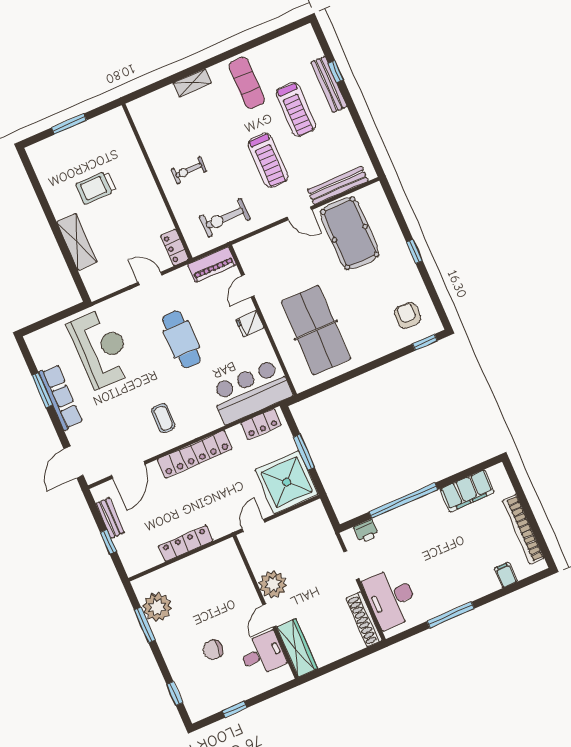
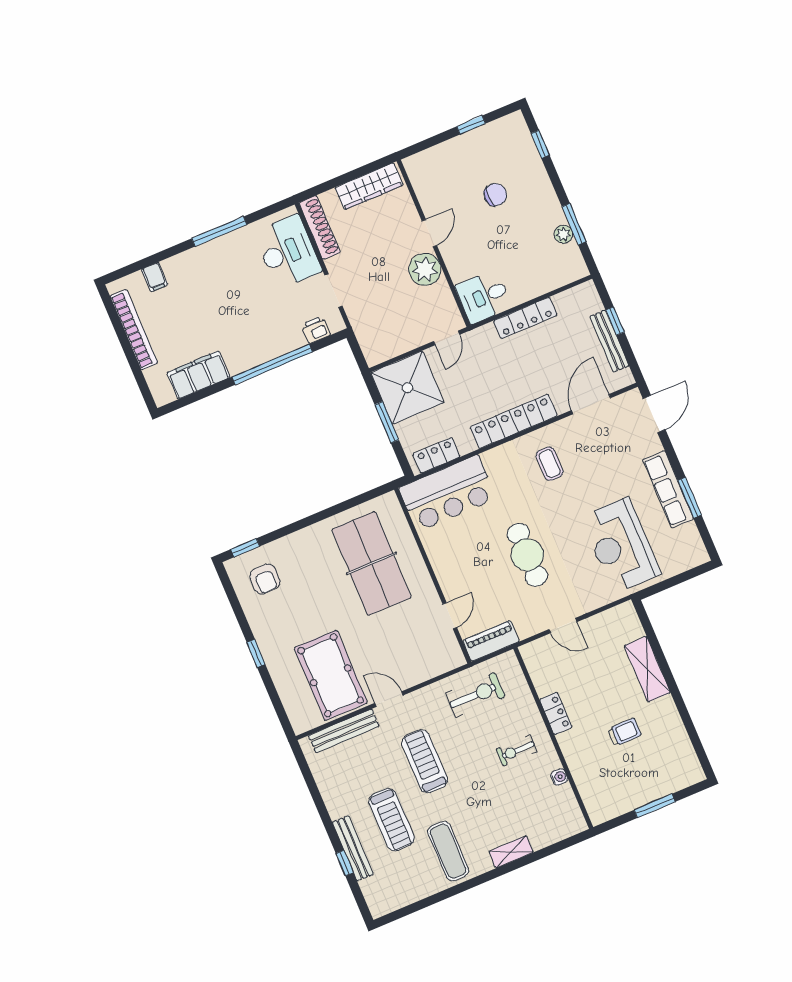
treadmill: (296, 109) -> (392, 820), turned 180
water cooler: (152, 148) -> (559, 777), added
exercise bike: (189, 170) -> (517, 751), turned 180
trolley: (96, 187) -> (624, 732), width x0.73, depth x0.72
locker: (175, 247) -> (556, 713), moved
fridge: (250, 324) -> (448, 572), removed
bench: (110, 518) -> (609, 341), width x1.36
plant: (157, 607) -> (564, 234), width x0.53, depth x0.53
wardrobe: (297, 648) -> (369, 186), moved, turned -90
desk: (262, 654) -> (484, 297), moved

